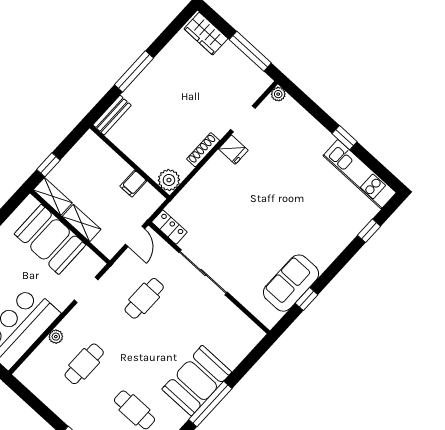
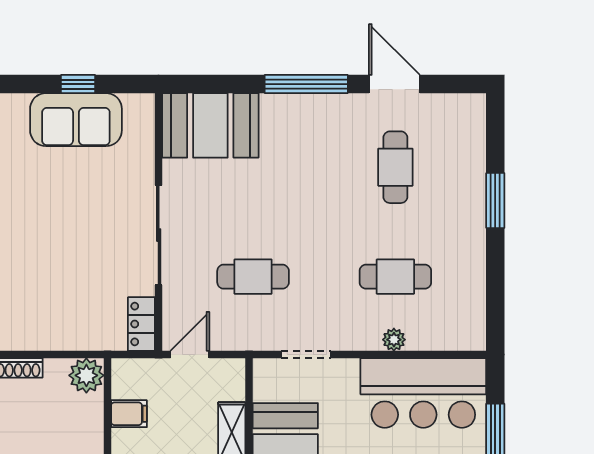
booth: (197, 381) -> (210, 125), moved

